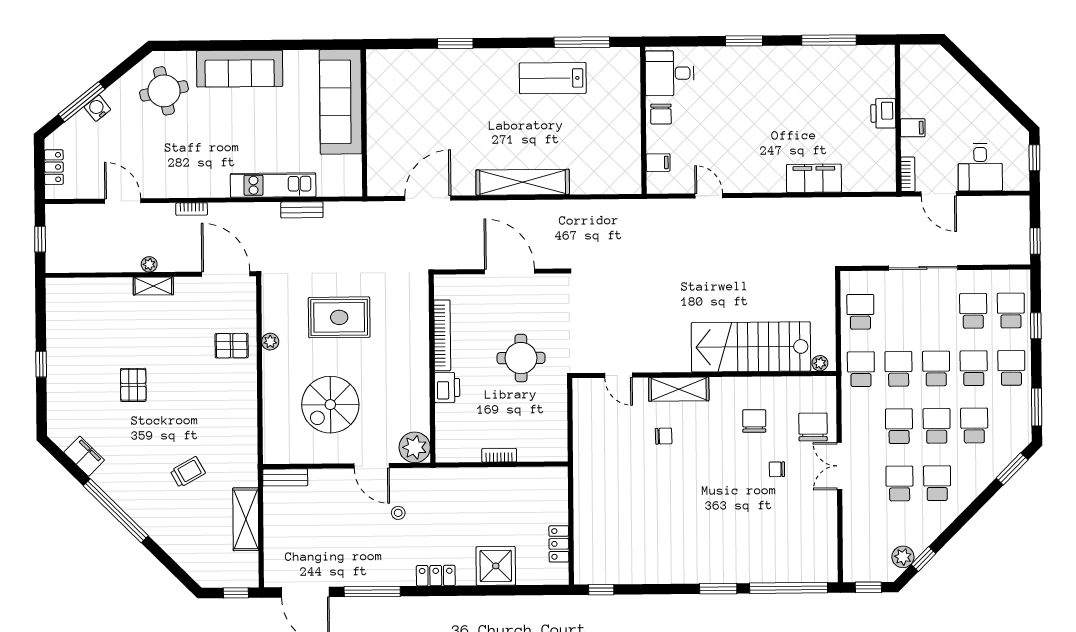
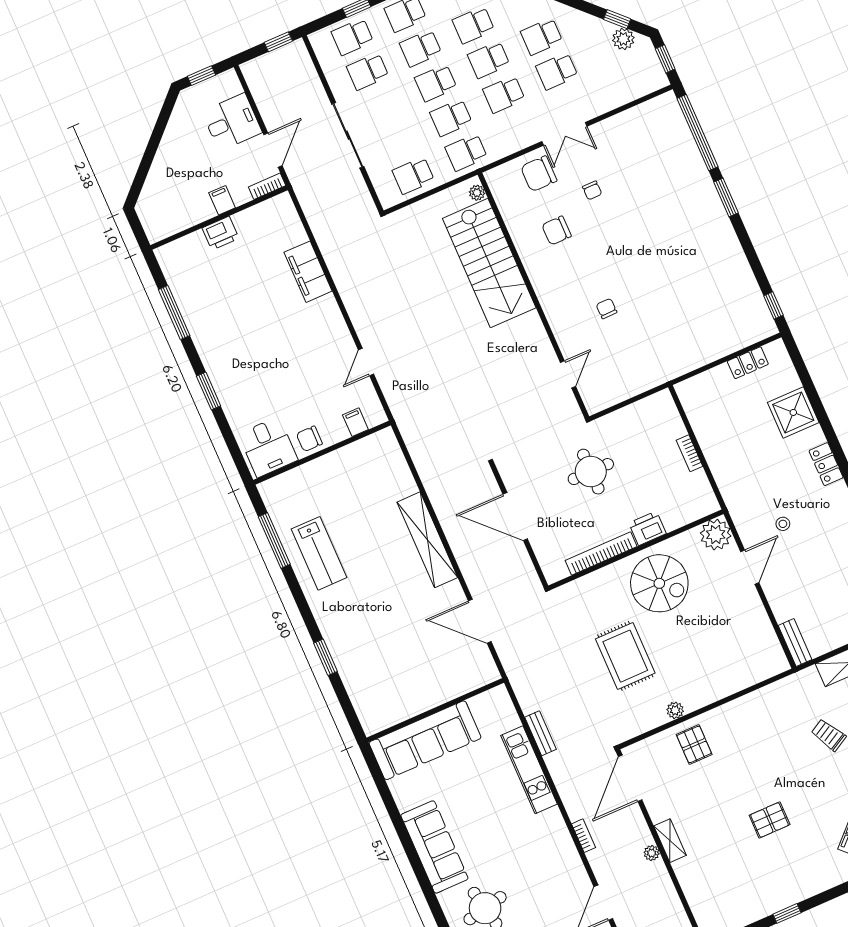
chair: (661, 114) -> (309, 439), turned 180
door: (510, 271) -> (515, 516), hinge flipped
shelving: (679, 389) -> (557, 313), removed
spiral stairs: (330, 405) -> (659, 583), moved

